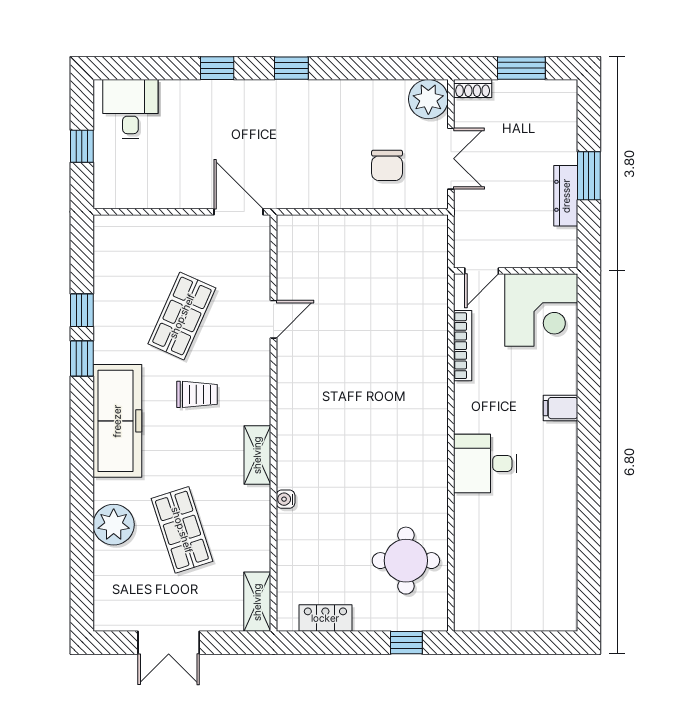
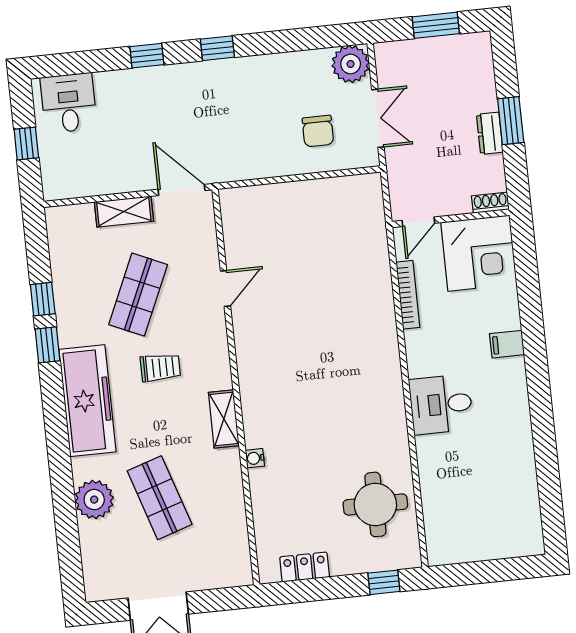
shoe rack: (473, 89) -> (490, 203), moved, turned 180
dresser: (566, 196) -> (490, 133), width x0.70
shelving: (257, 602) -> (124, 212), moved, turned 90

